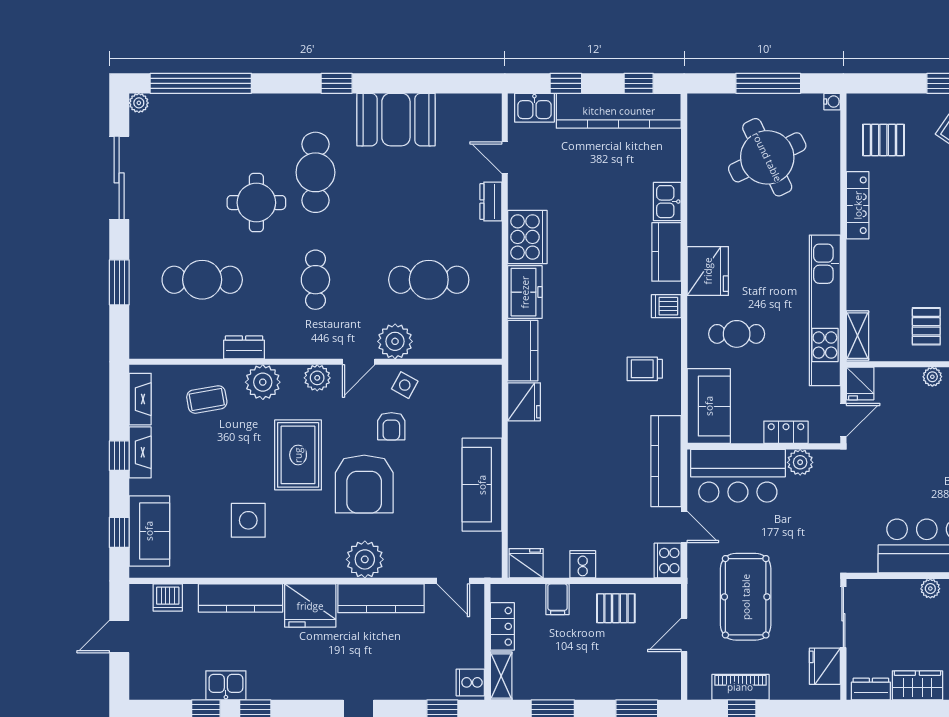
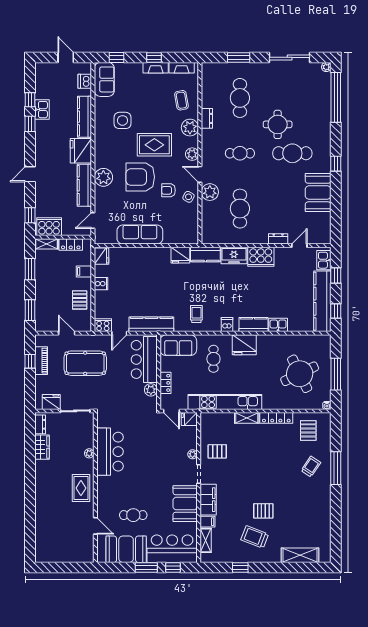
shelving: (858, 336) -> (247, 418), moved
sofa: (149, 531) -> (104, 79), moved, turned -90
cooker: (470, 682) -> (49, 227), width x1.87, depth x1.31

